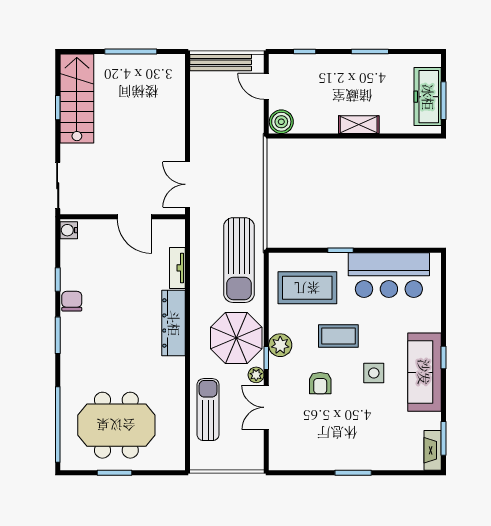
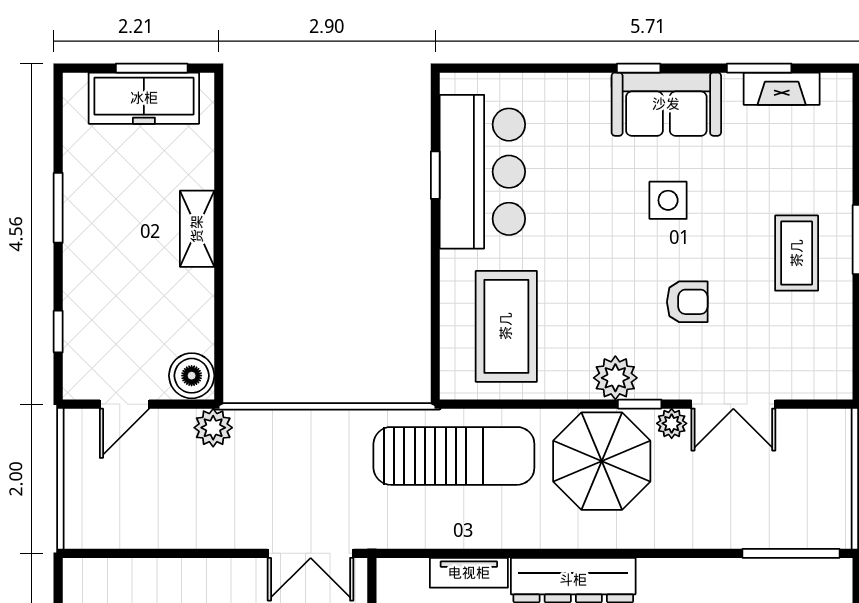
bench: (221, 62) -> (79, 491), removed
plant: (254, 133) -> (213, 428), added
window: (340, 250) -> (435, 175), moved
coffee table: (338, 336) -> (797, 253), moved
sofa: (424, 372) -> (666, 104), width x0.73
sun lounger: (208, 410) -> (738, 515), removed
window: (188, 438) -> (791, 553), added
window: (444, 438) -> (759, 68), moved
fireplace: (433, 450) -> (782, 89), moved

